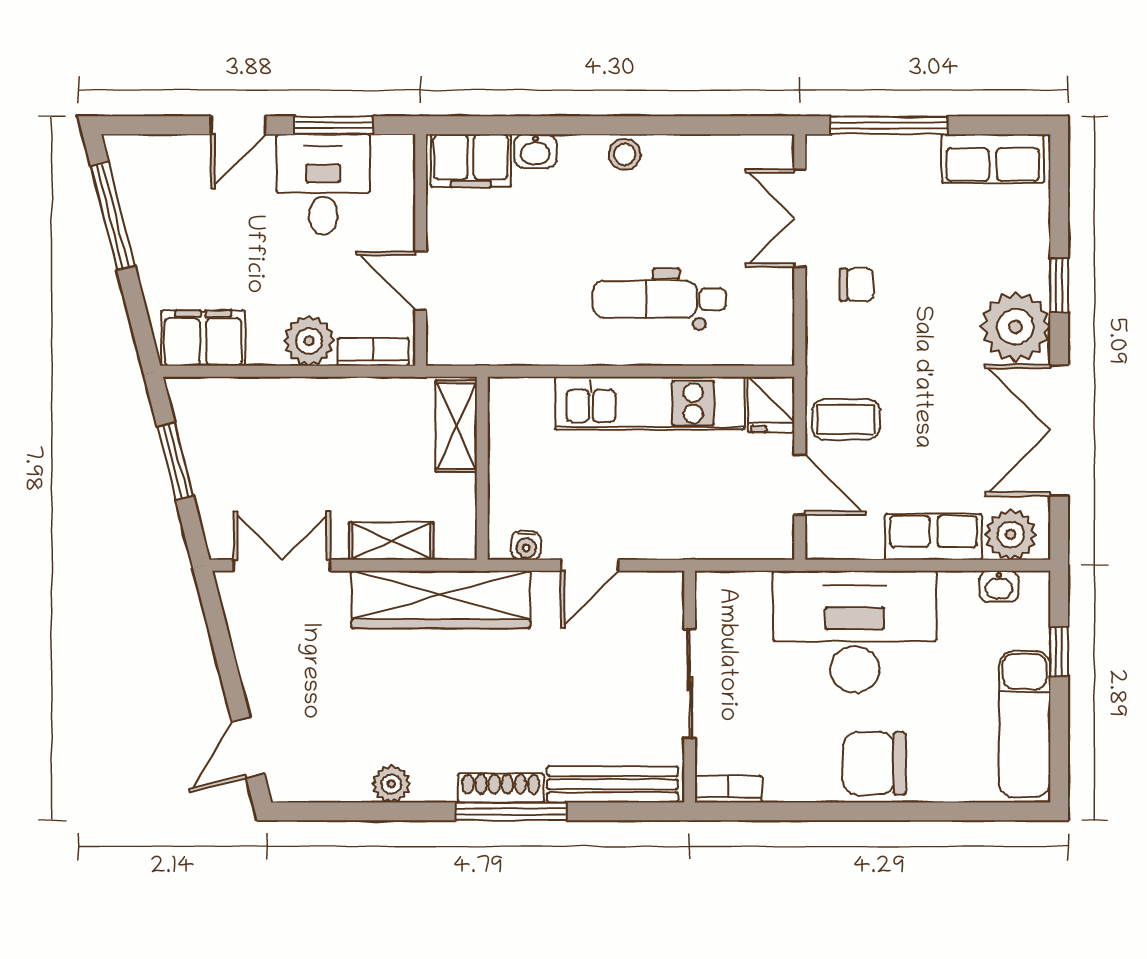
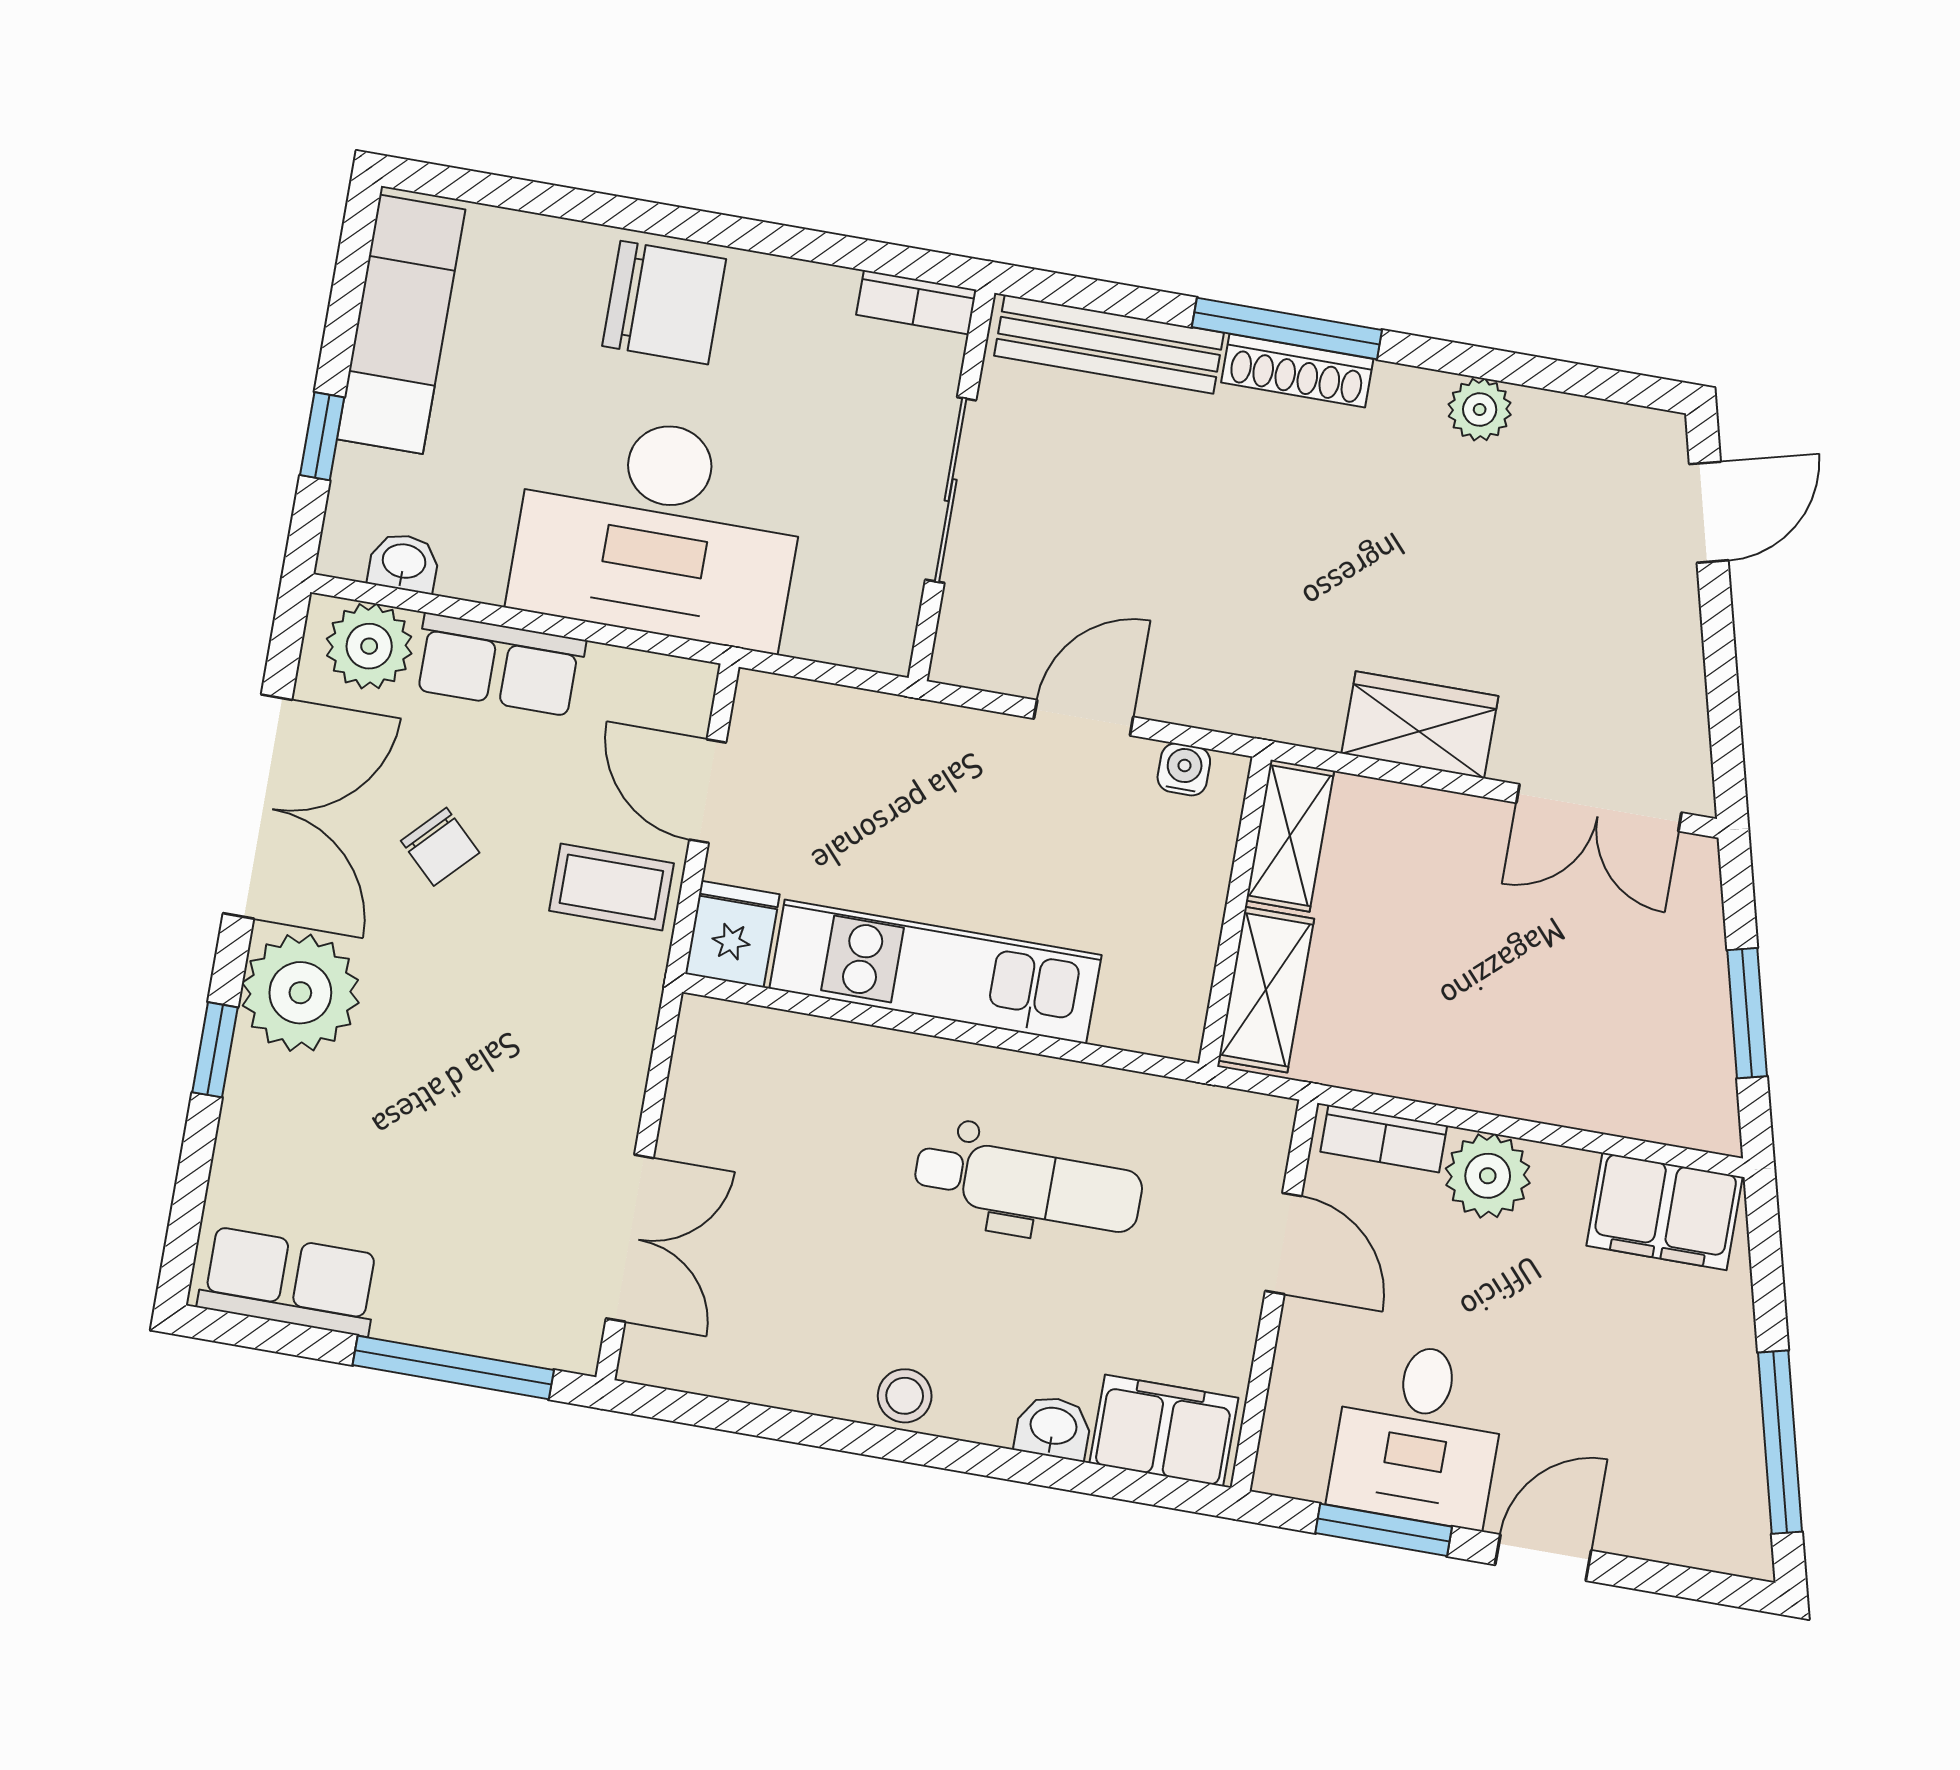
chair: (857, 285) -> (440, 847), moved, turned -136
dental chair: (659, 299) -> (1028, 1185), moved
shelving: (391, 541) -> (1290, 836), moved, turned 90
wardrobe: (441, 599) -> (1420, 725), width x0.48, depth x0.85

